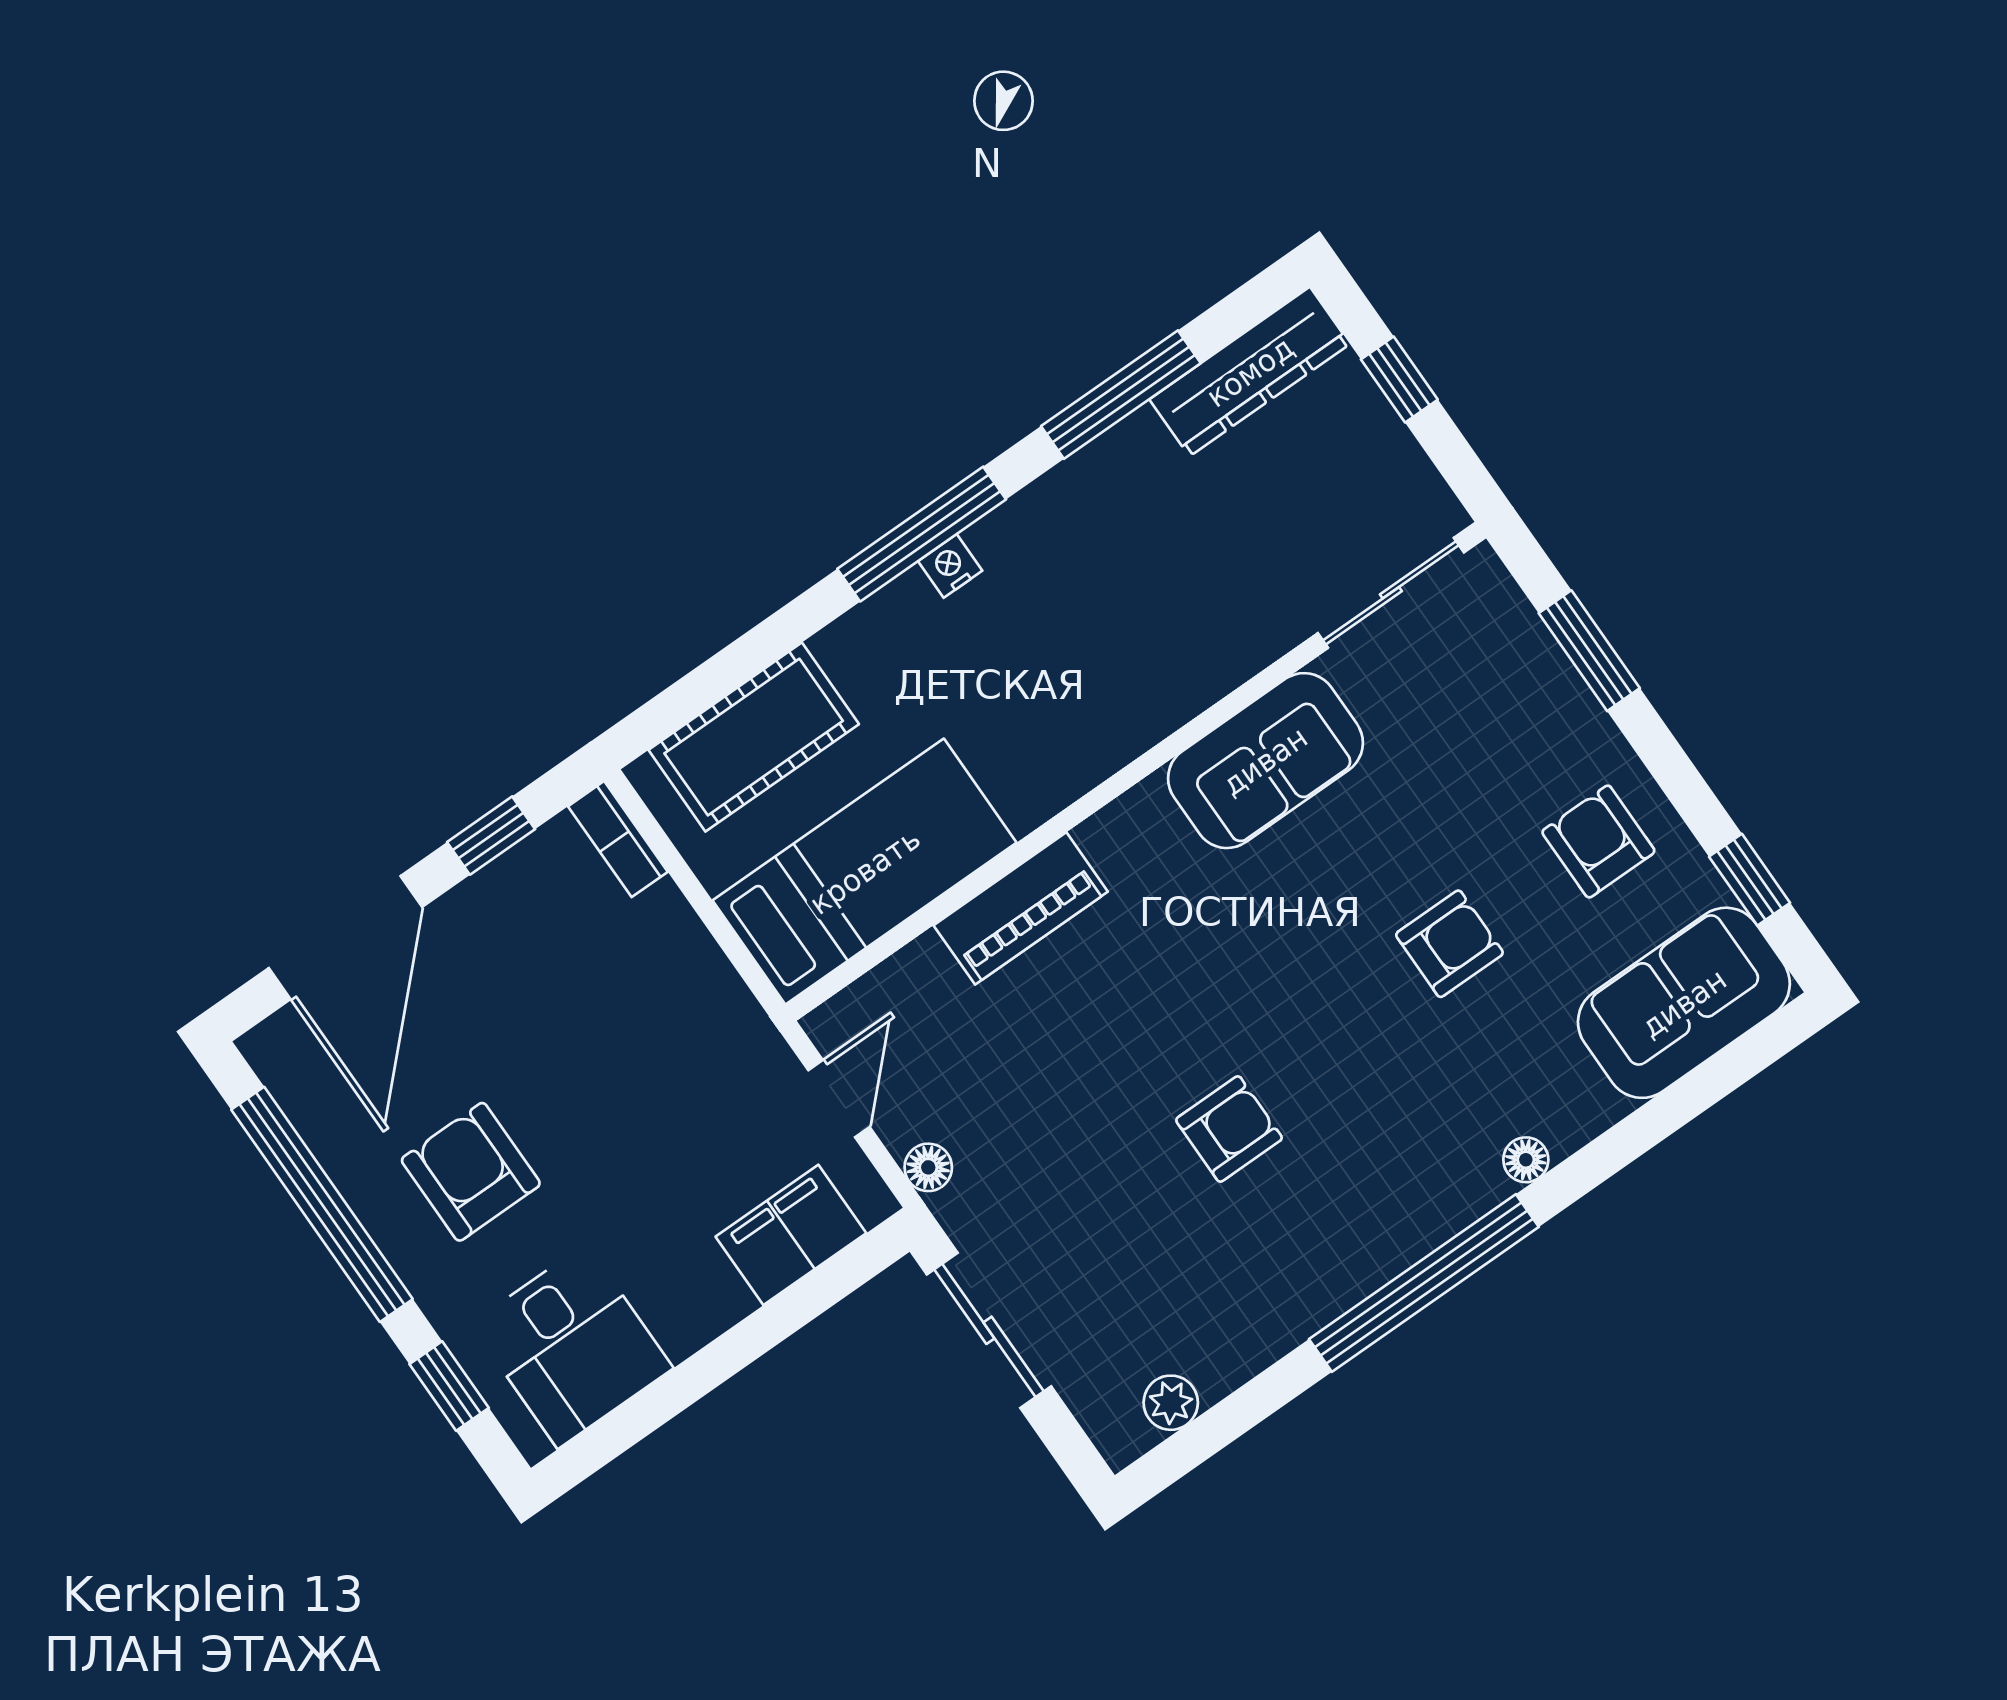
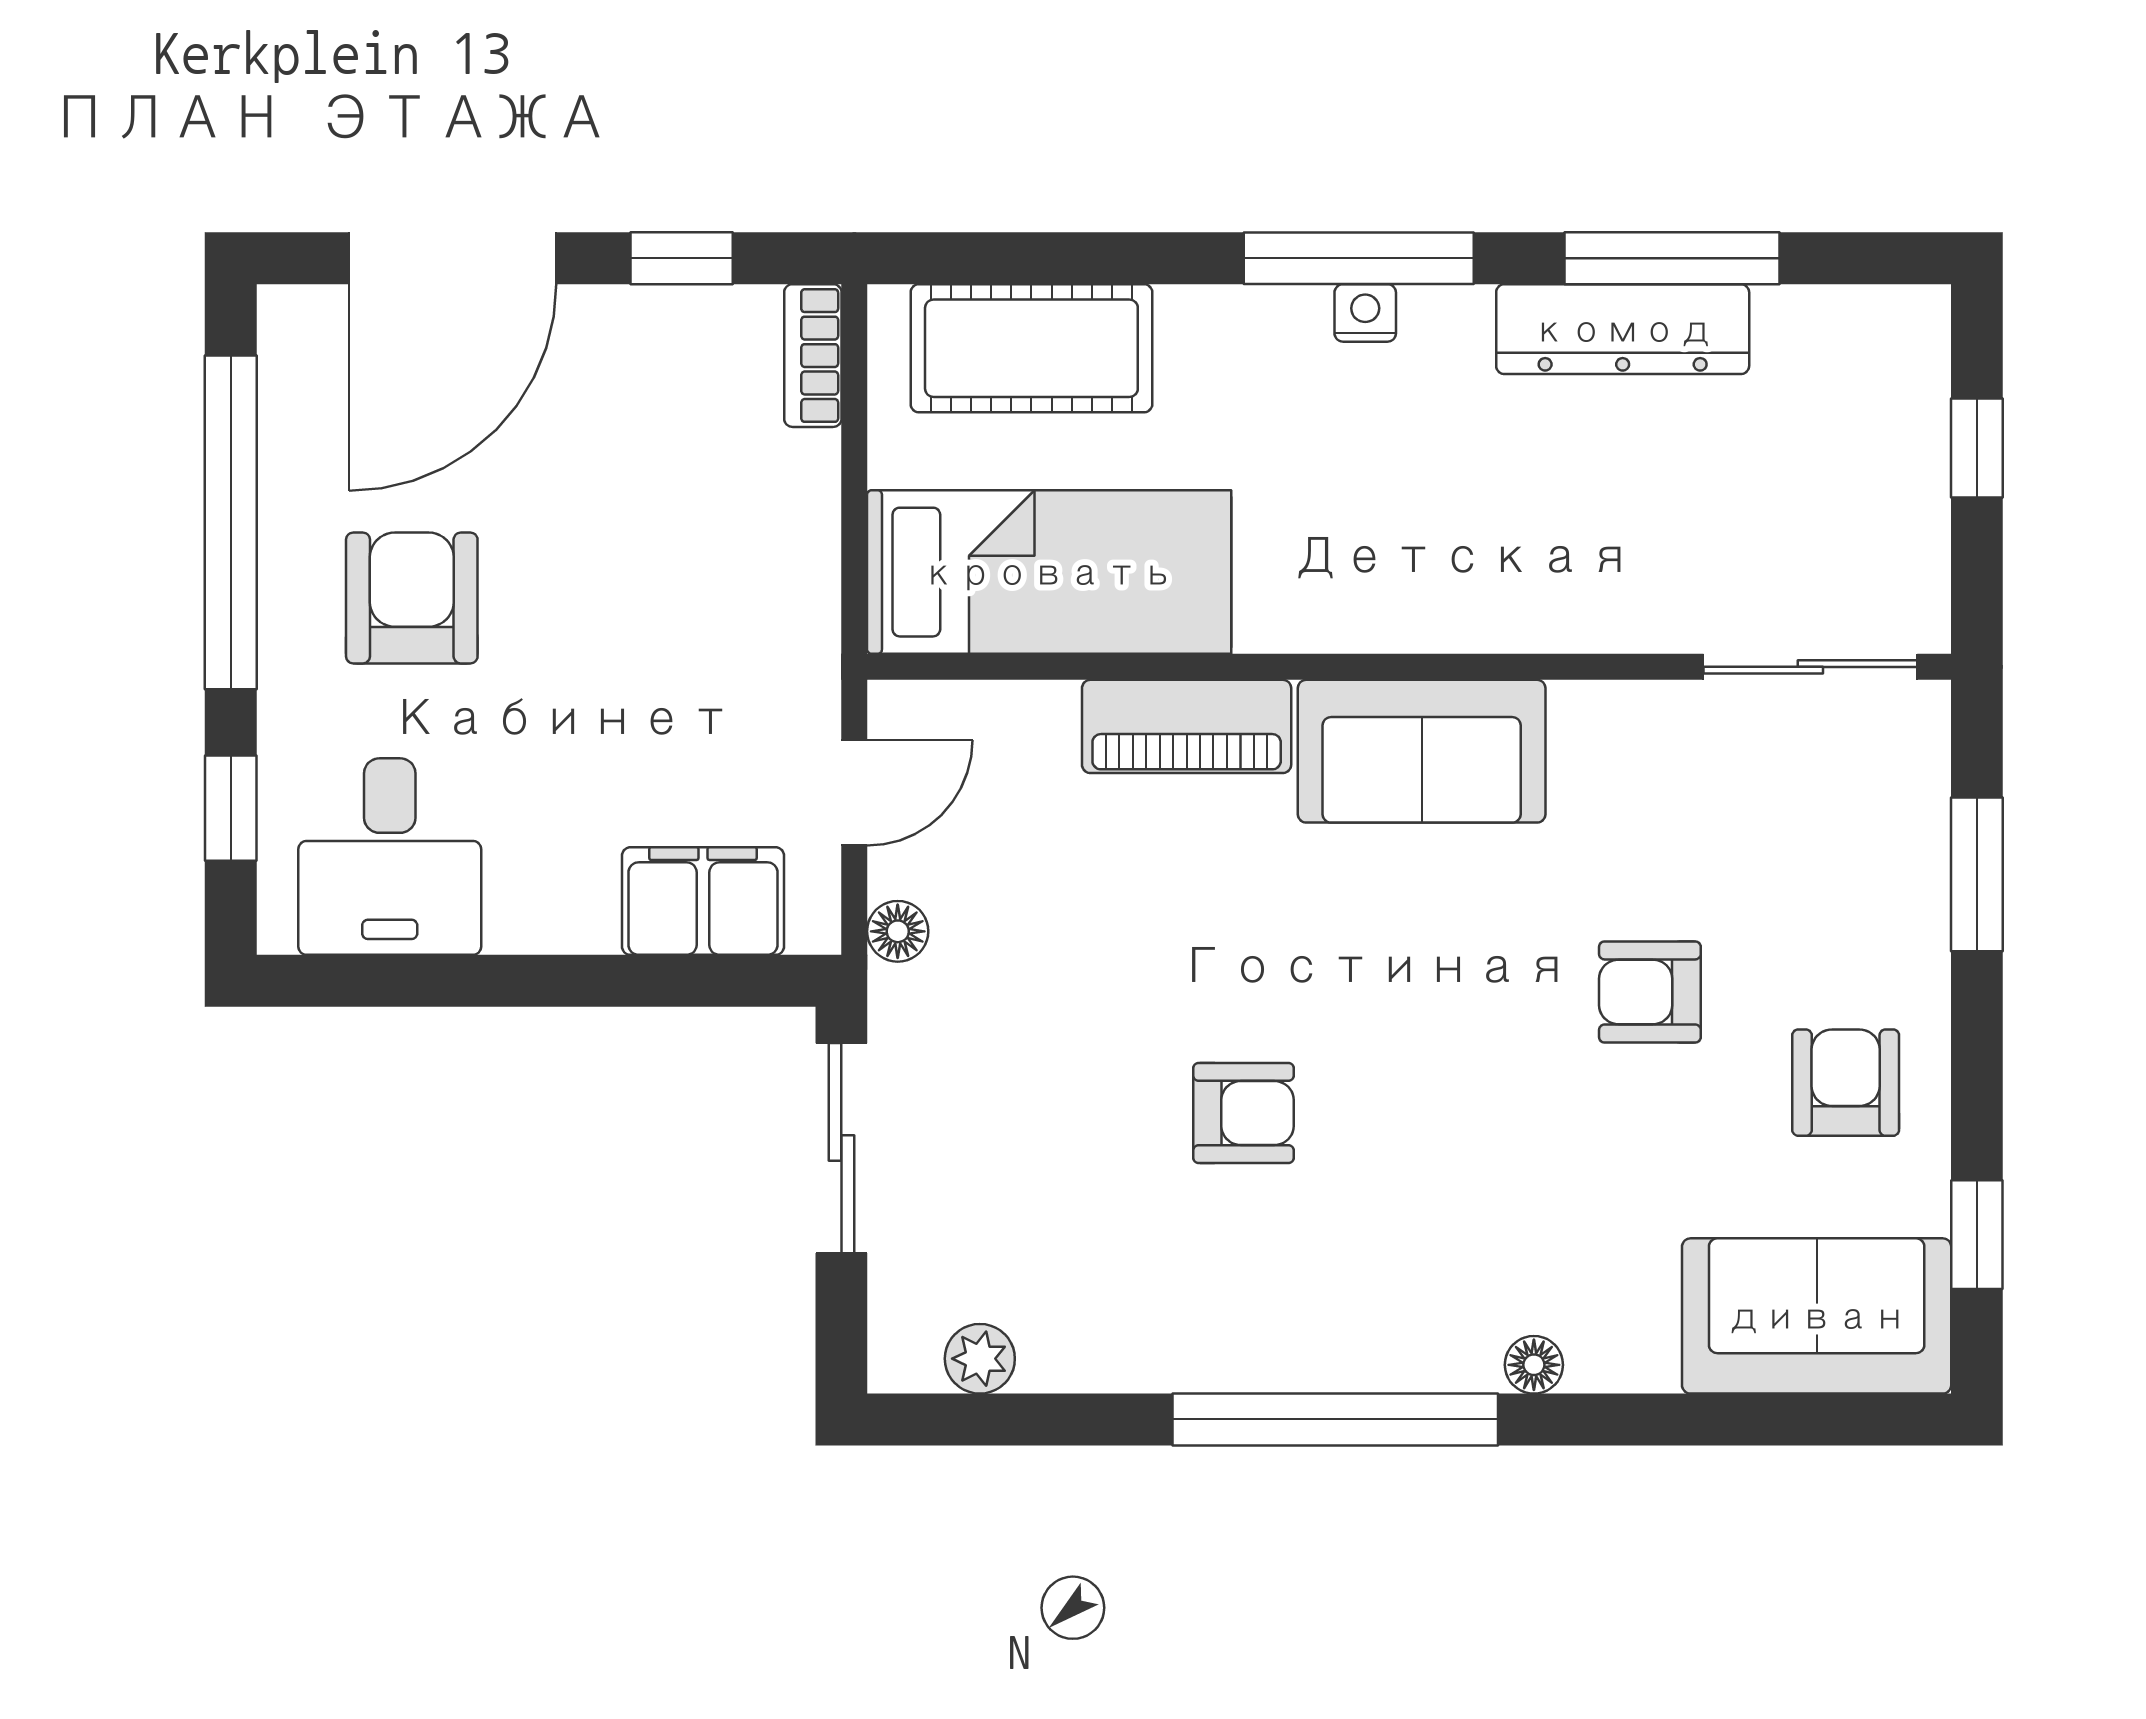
dresser: (1250, 372) -> (1623, 329), moved
sofa: (1265, 761) -> (1422, 751), moved
armchair: (1449, 944) -> (1650, 992), moved, turned 180

